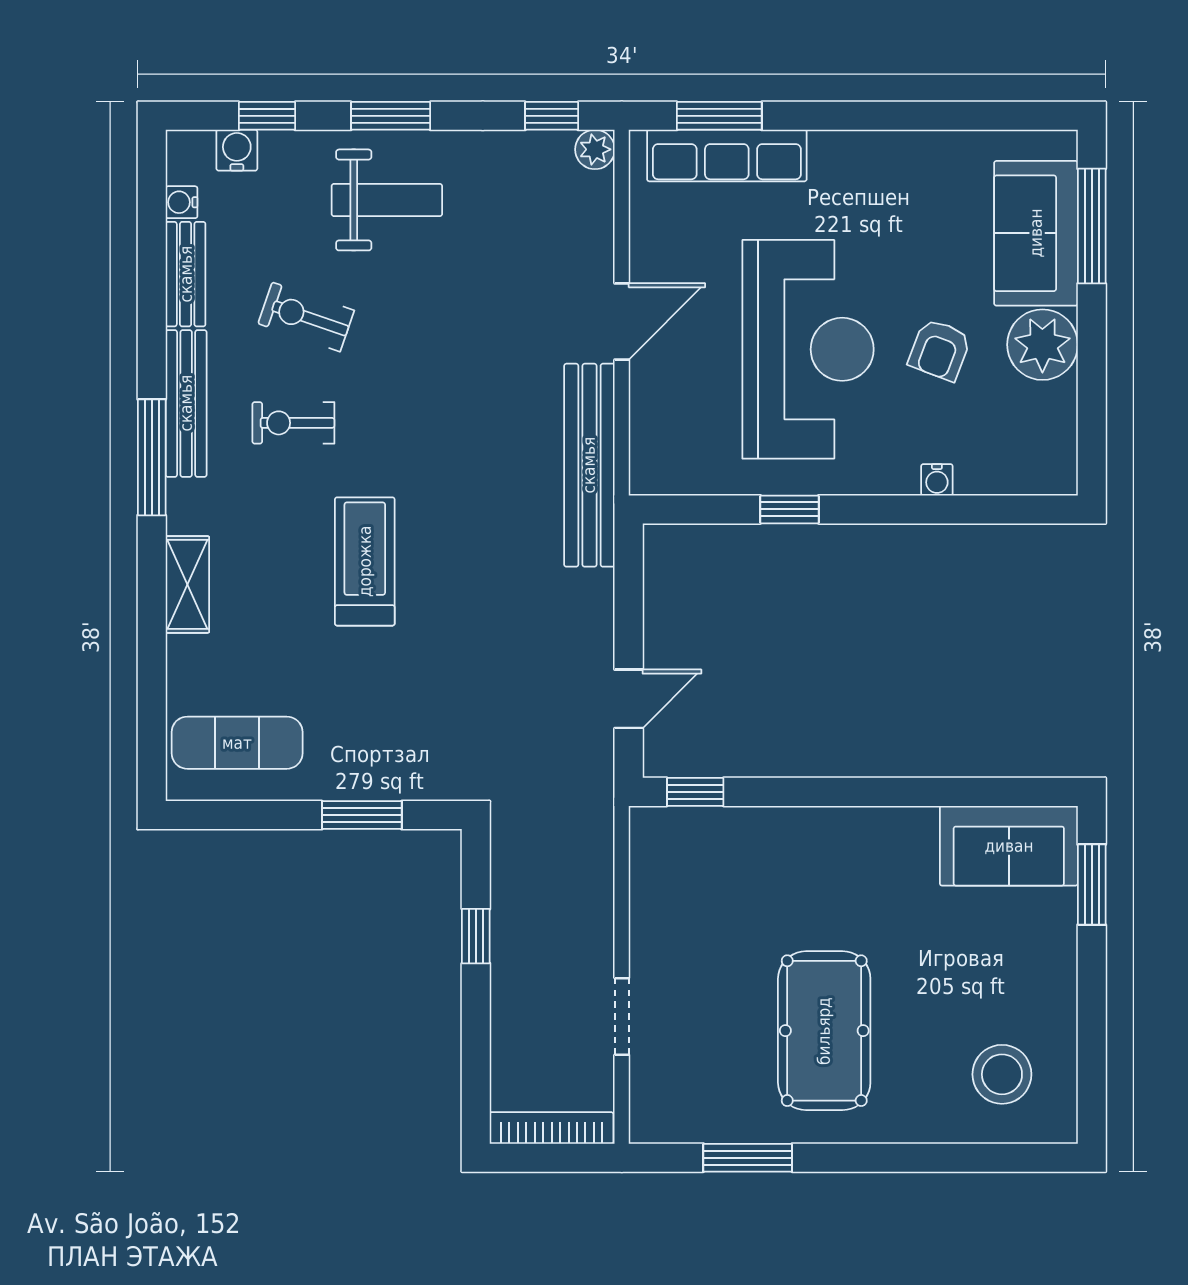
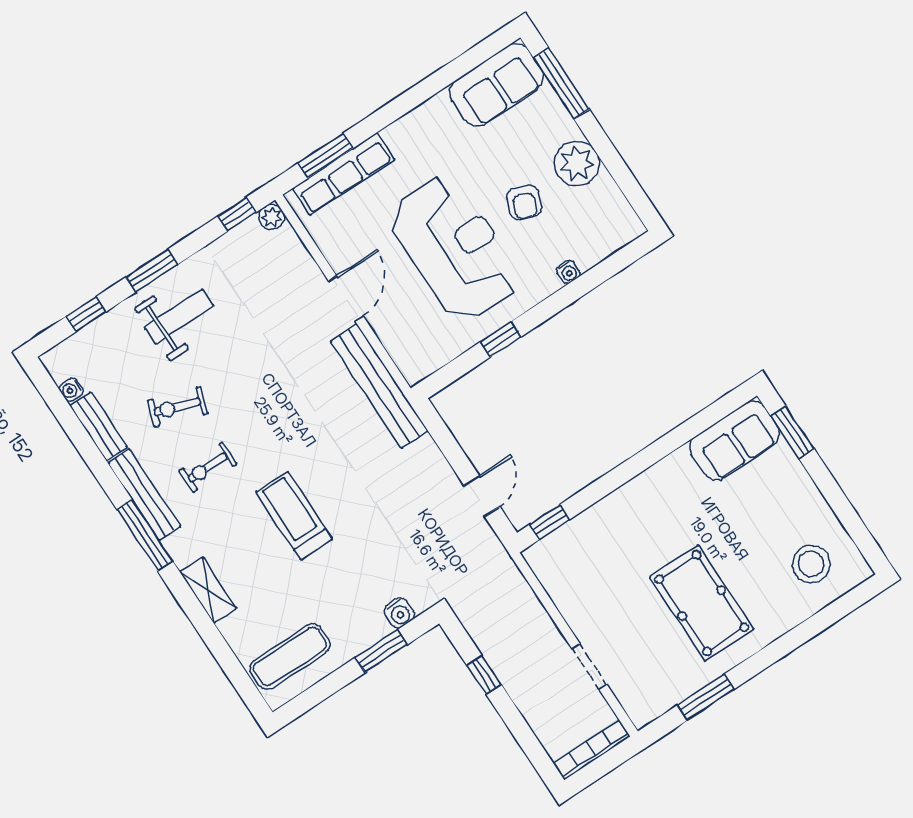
water cooler: (237, 150) -> (399, 613), moved, turned 180
sofa: (1036, 233) -> (497, 85), moved, turned -90

